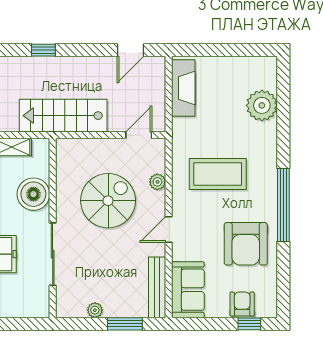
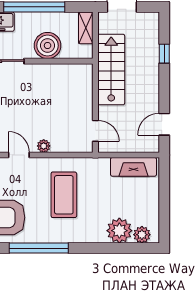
door: (130, 50) -> (164, 124), hinge flipped
plant: (267, 78) -> (142, 235), added
plant: (157, 182) -> (44, 146), moved
spiral stairs: (108, 201) -> (42, 106), removed

